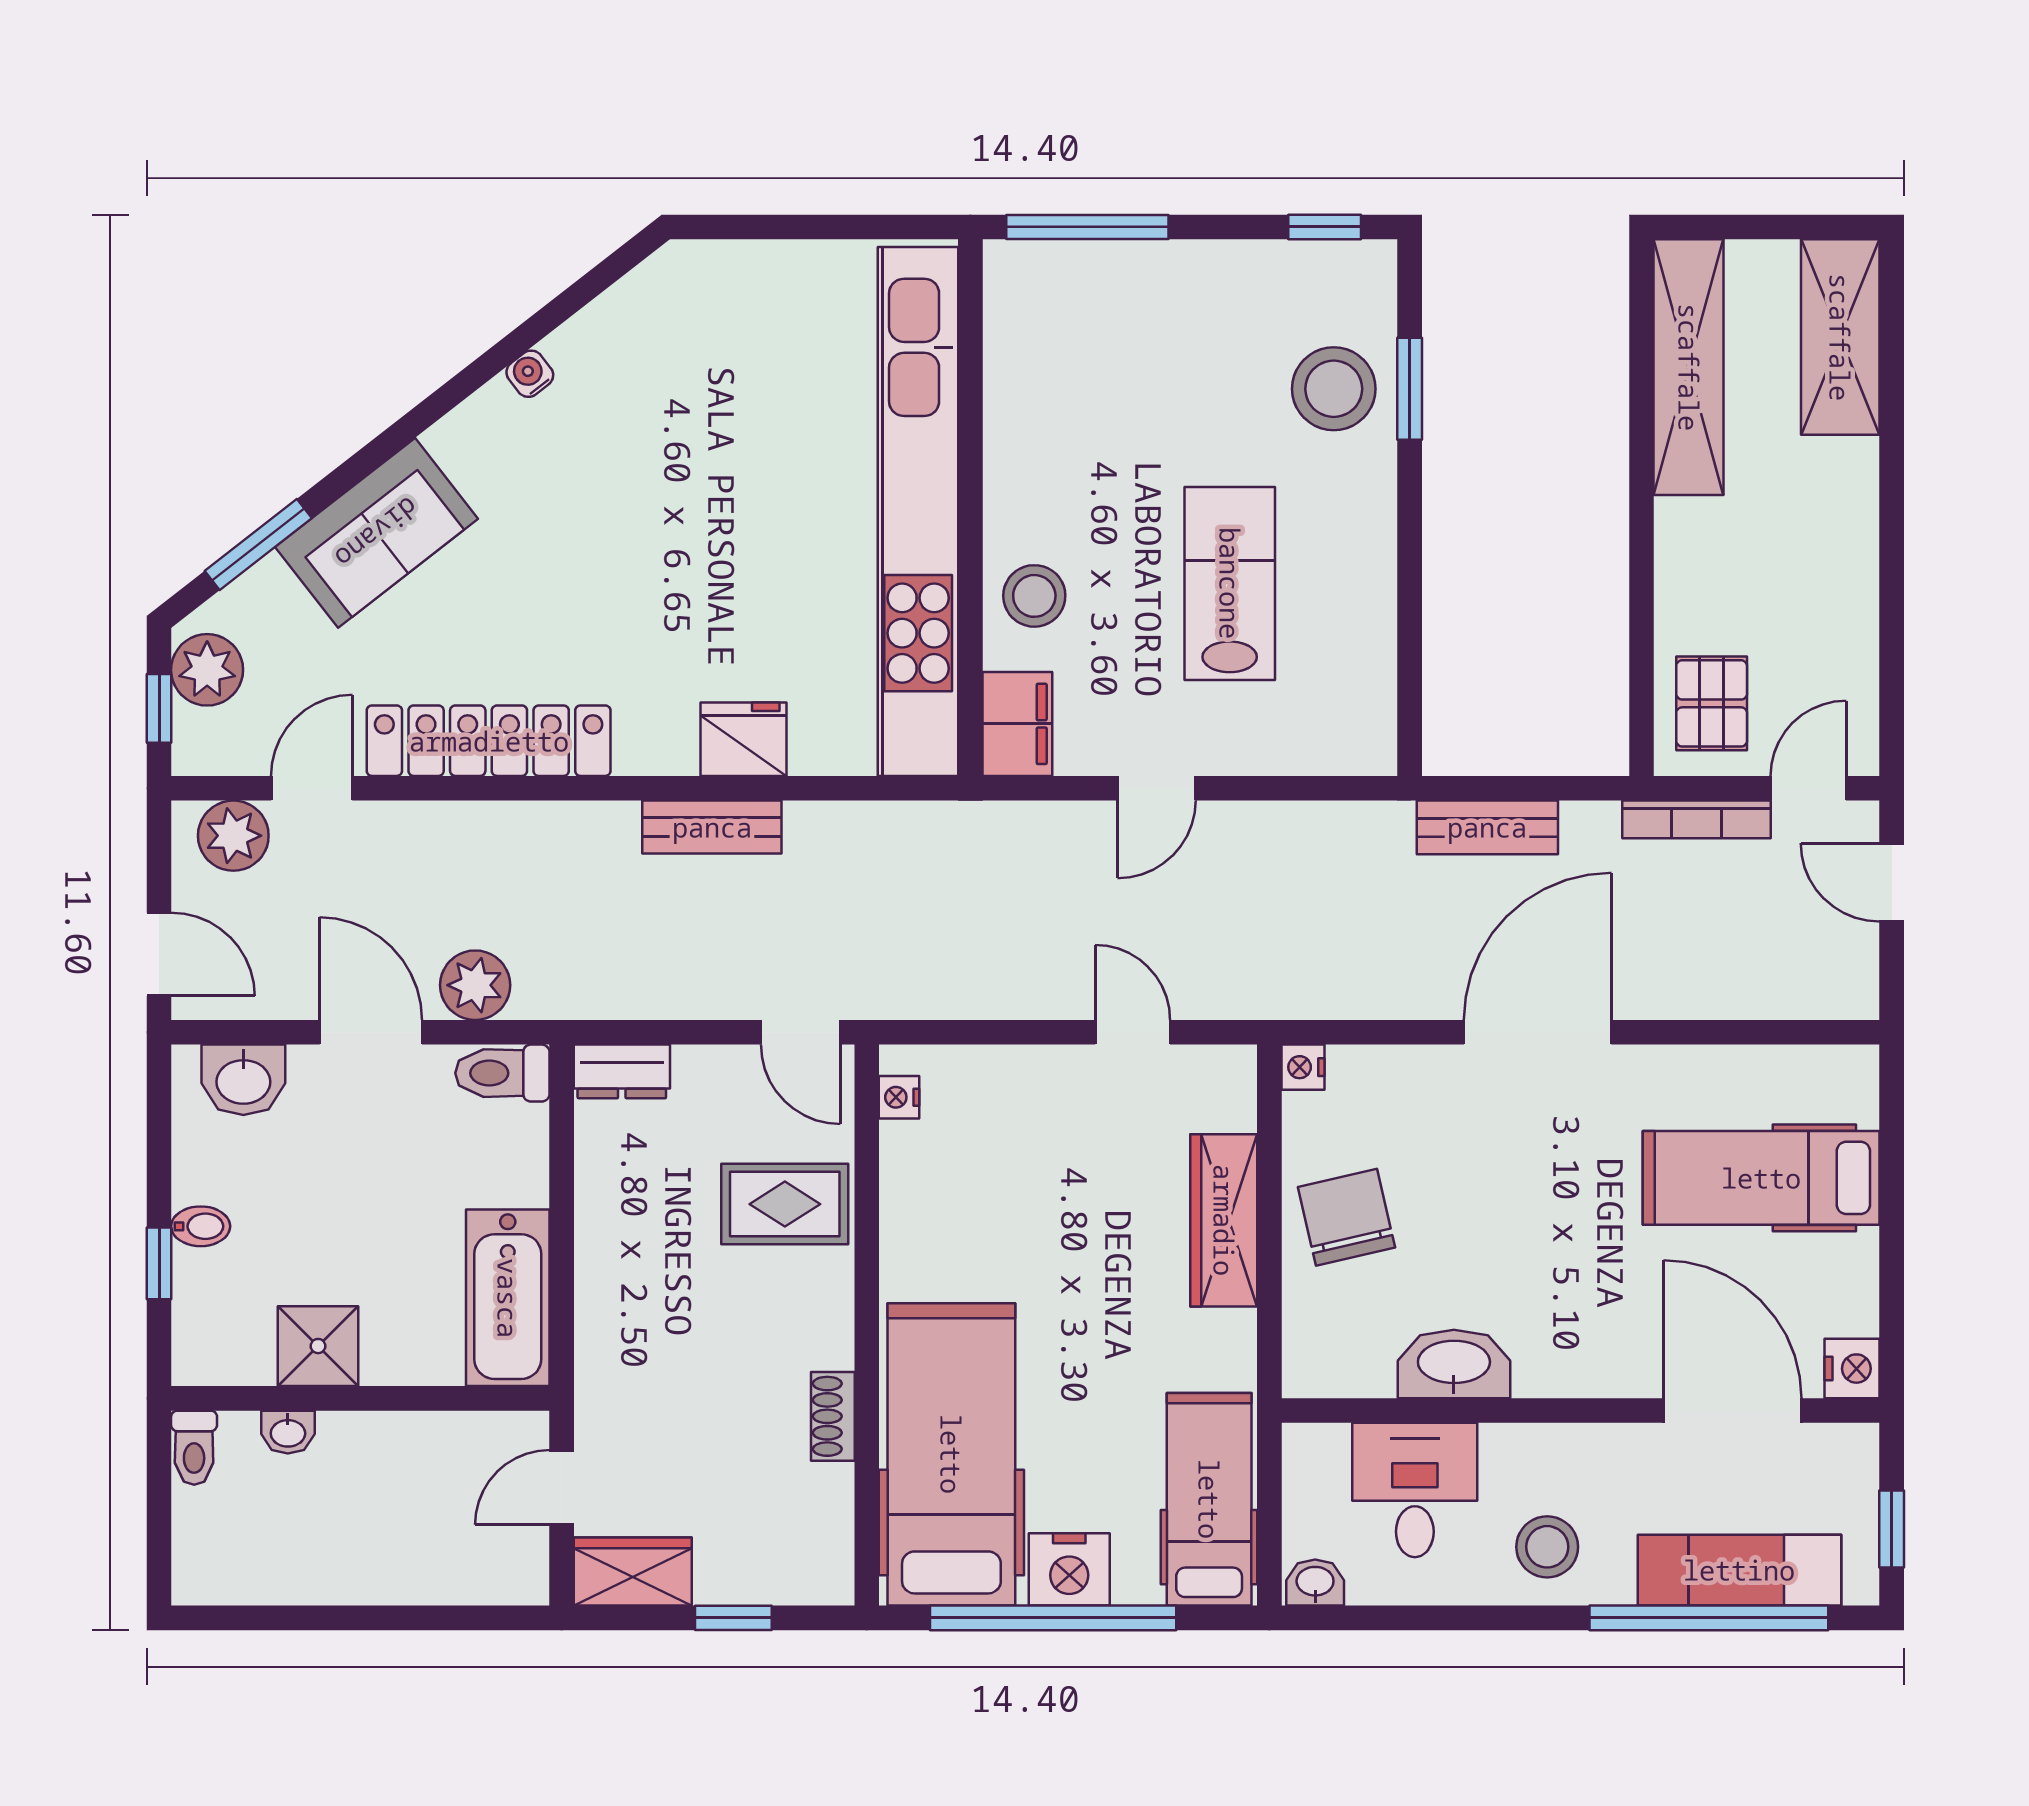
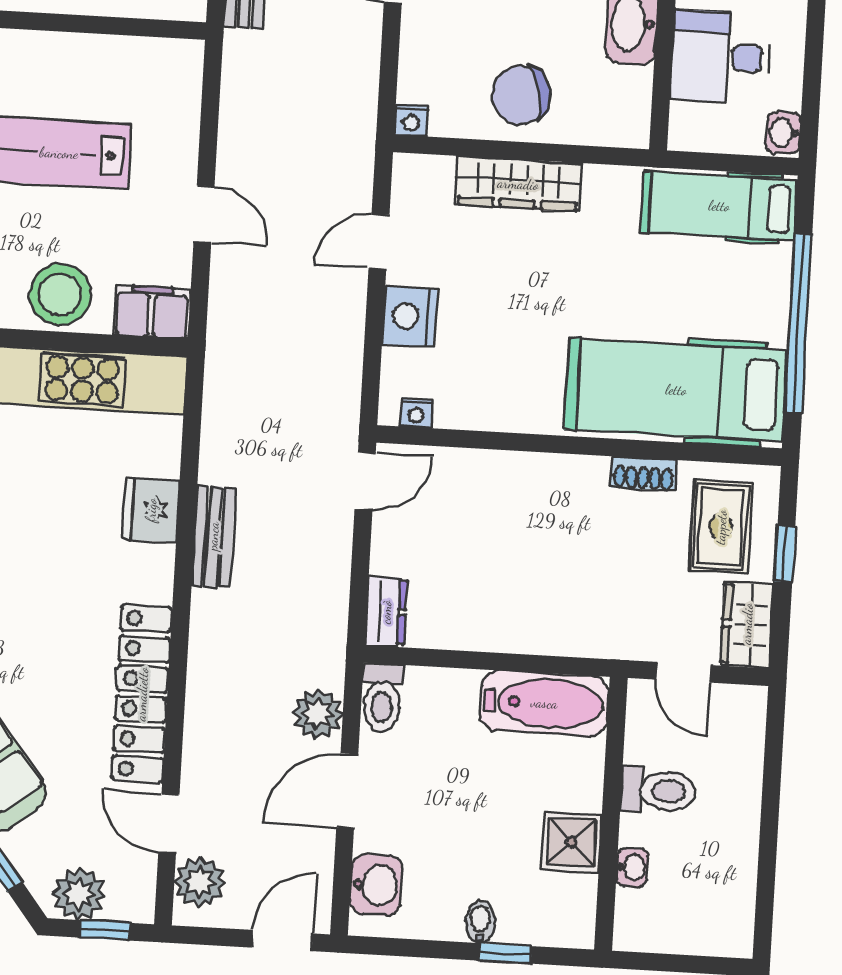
stool: (1034, 596) -> (60, 294), width x1.38, depth x1.38
rug: (785, 1204) -> (721, 527), moved
toilet: (194, 1448) -> (658, 791), moved, width x1.37, depth x1.39
nightstand: (1069, 1569) -> (410, 317), moved, turned 180

